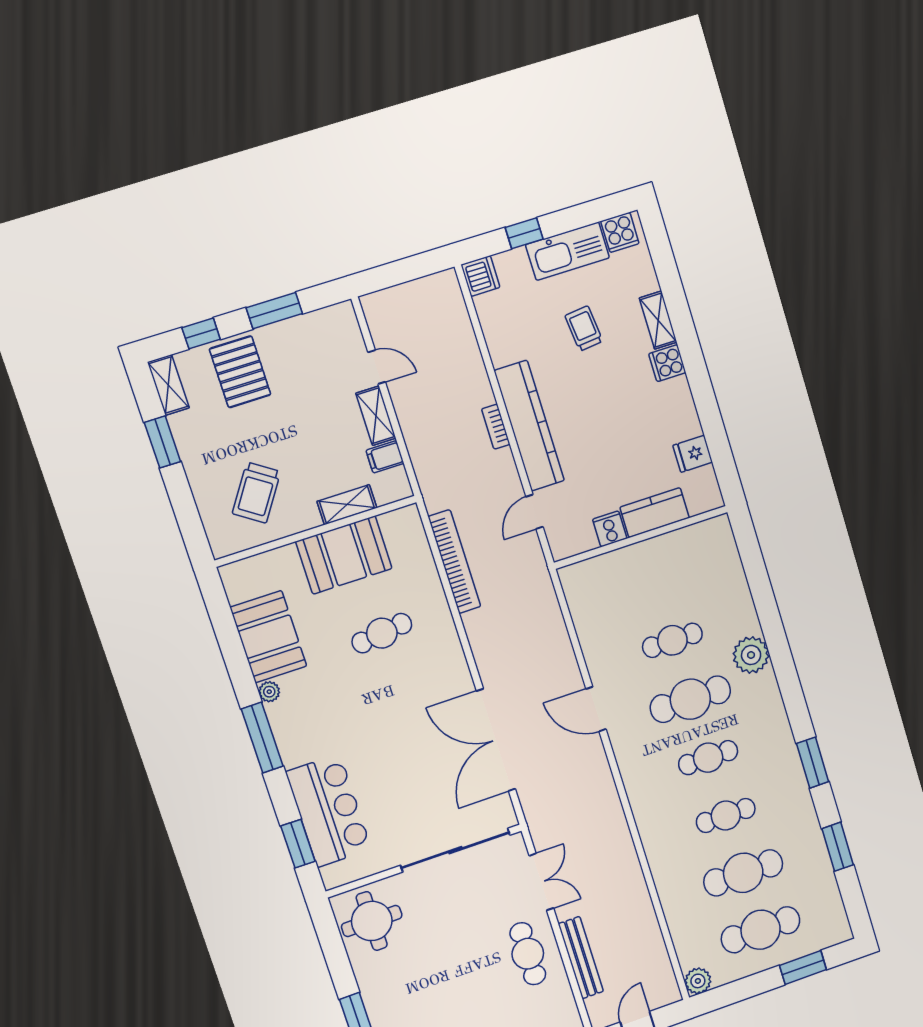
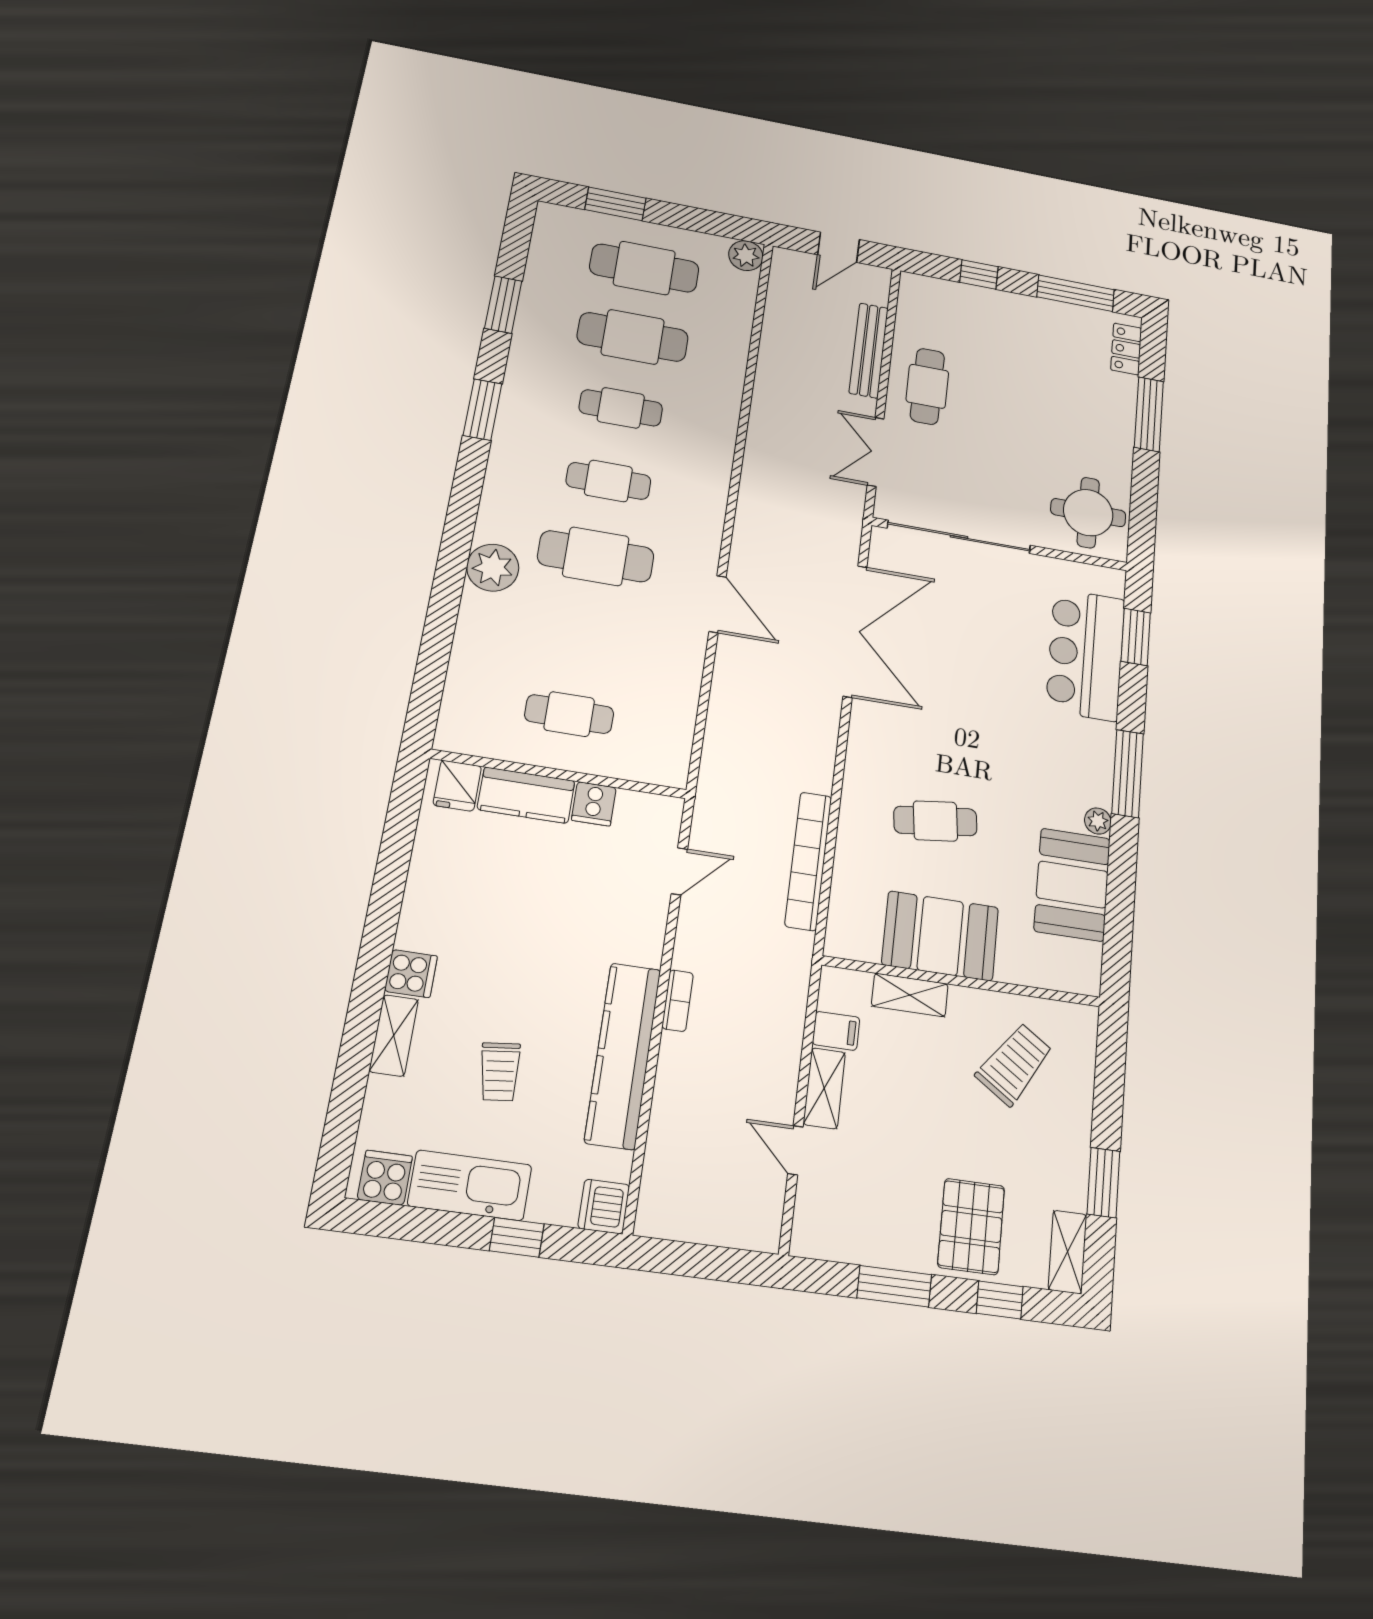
kitchen counter: (529, 426) -> (623, 1055), moved
fridge: (693, 454) -> (457, 786), moved, turned 90
cafe table: (672, 640) -> (569, 714), moved

